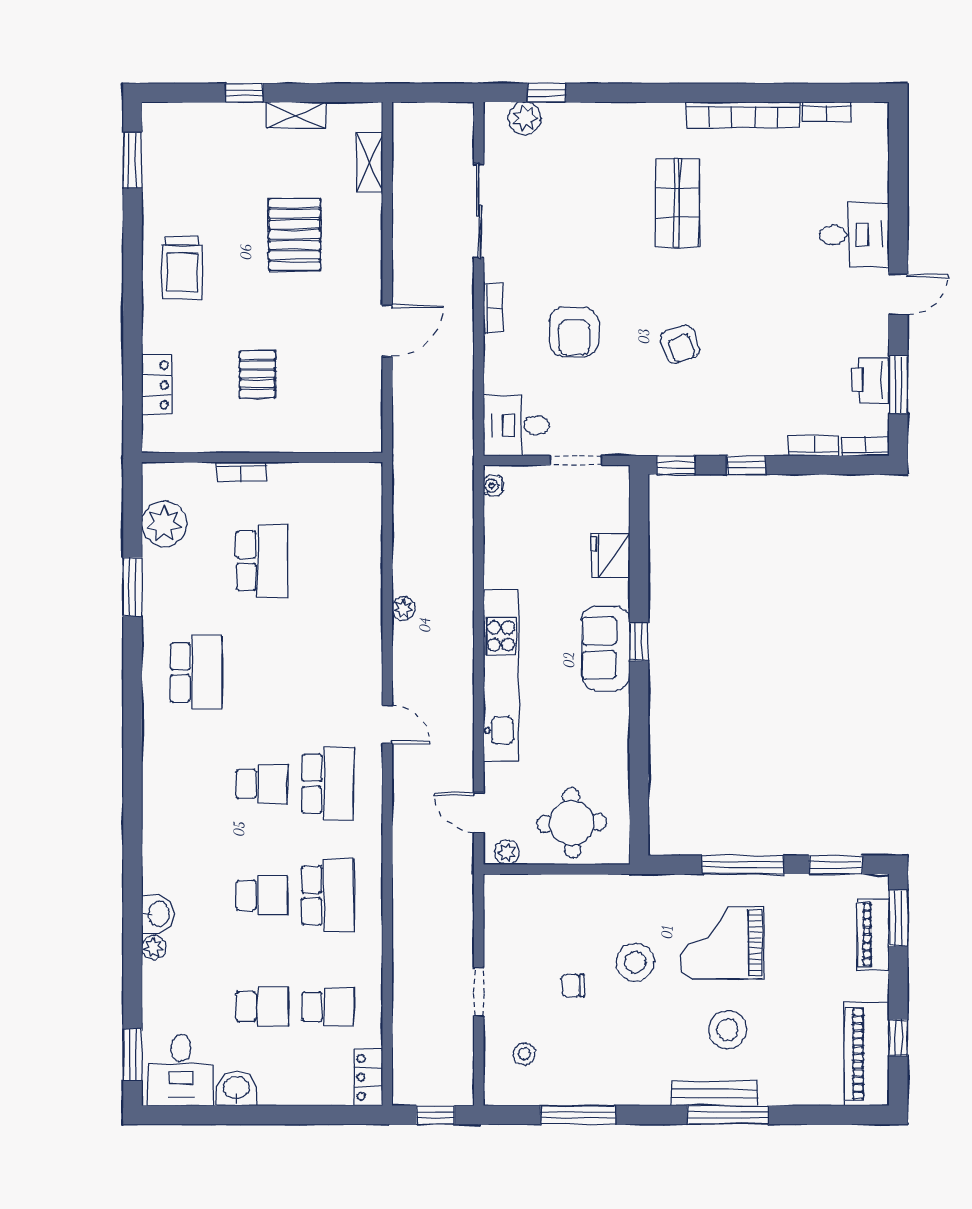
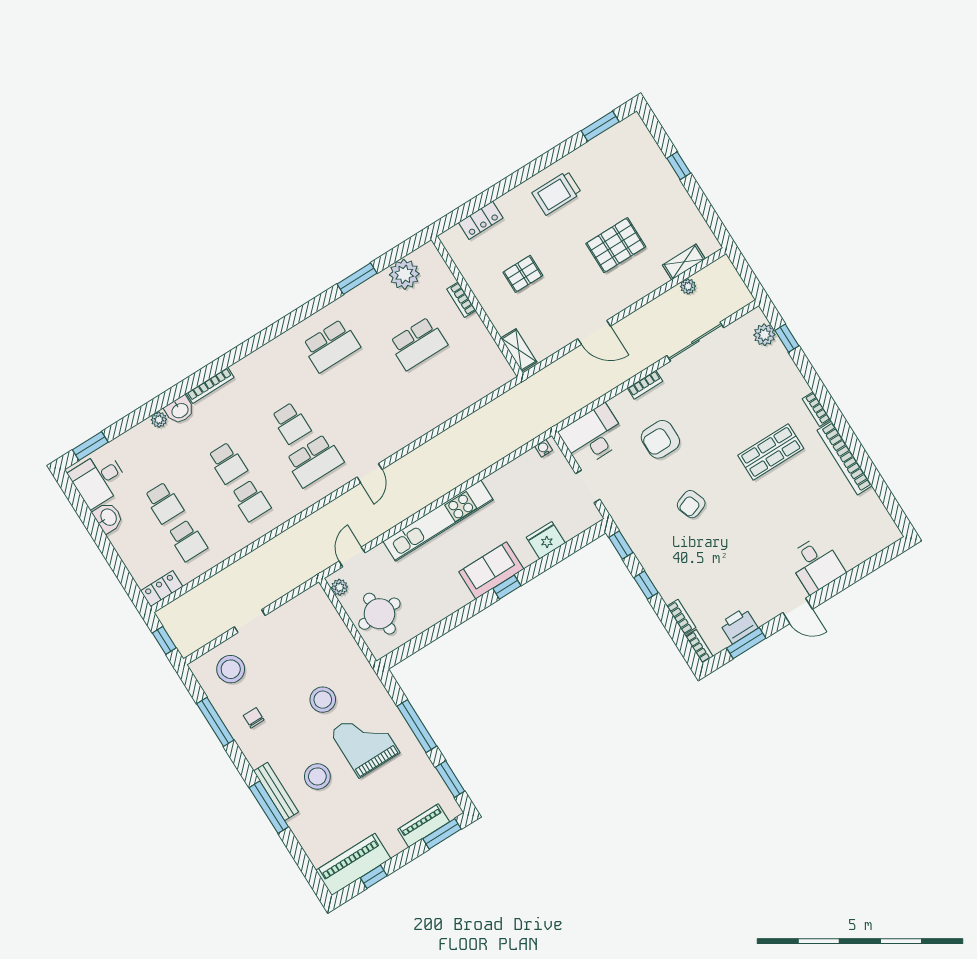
bookcase: (827, 112) -> (816, 409), moved
shelving: (296, 115) -> (519, 350), moved
desk: (516, 425) -> (593, 436), width x1.37
plant: (404, 608) -> (688, 286), moved
bookcase: (151, 856) -> (210, 385), added
school desk: (328, 895) -> (251, 501), width x0.54
chair: (573, 986) -> (254, 718), moved
stool: (524, 1054) -> (231, 669), width x1.89, depth x1.89

